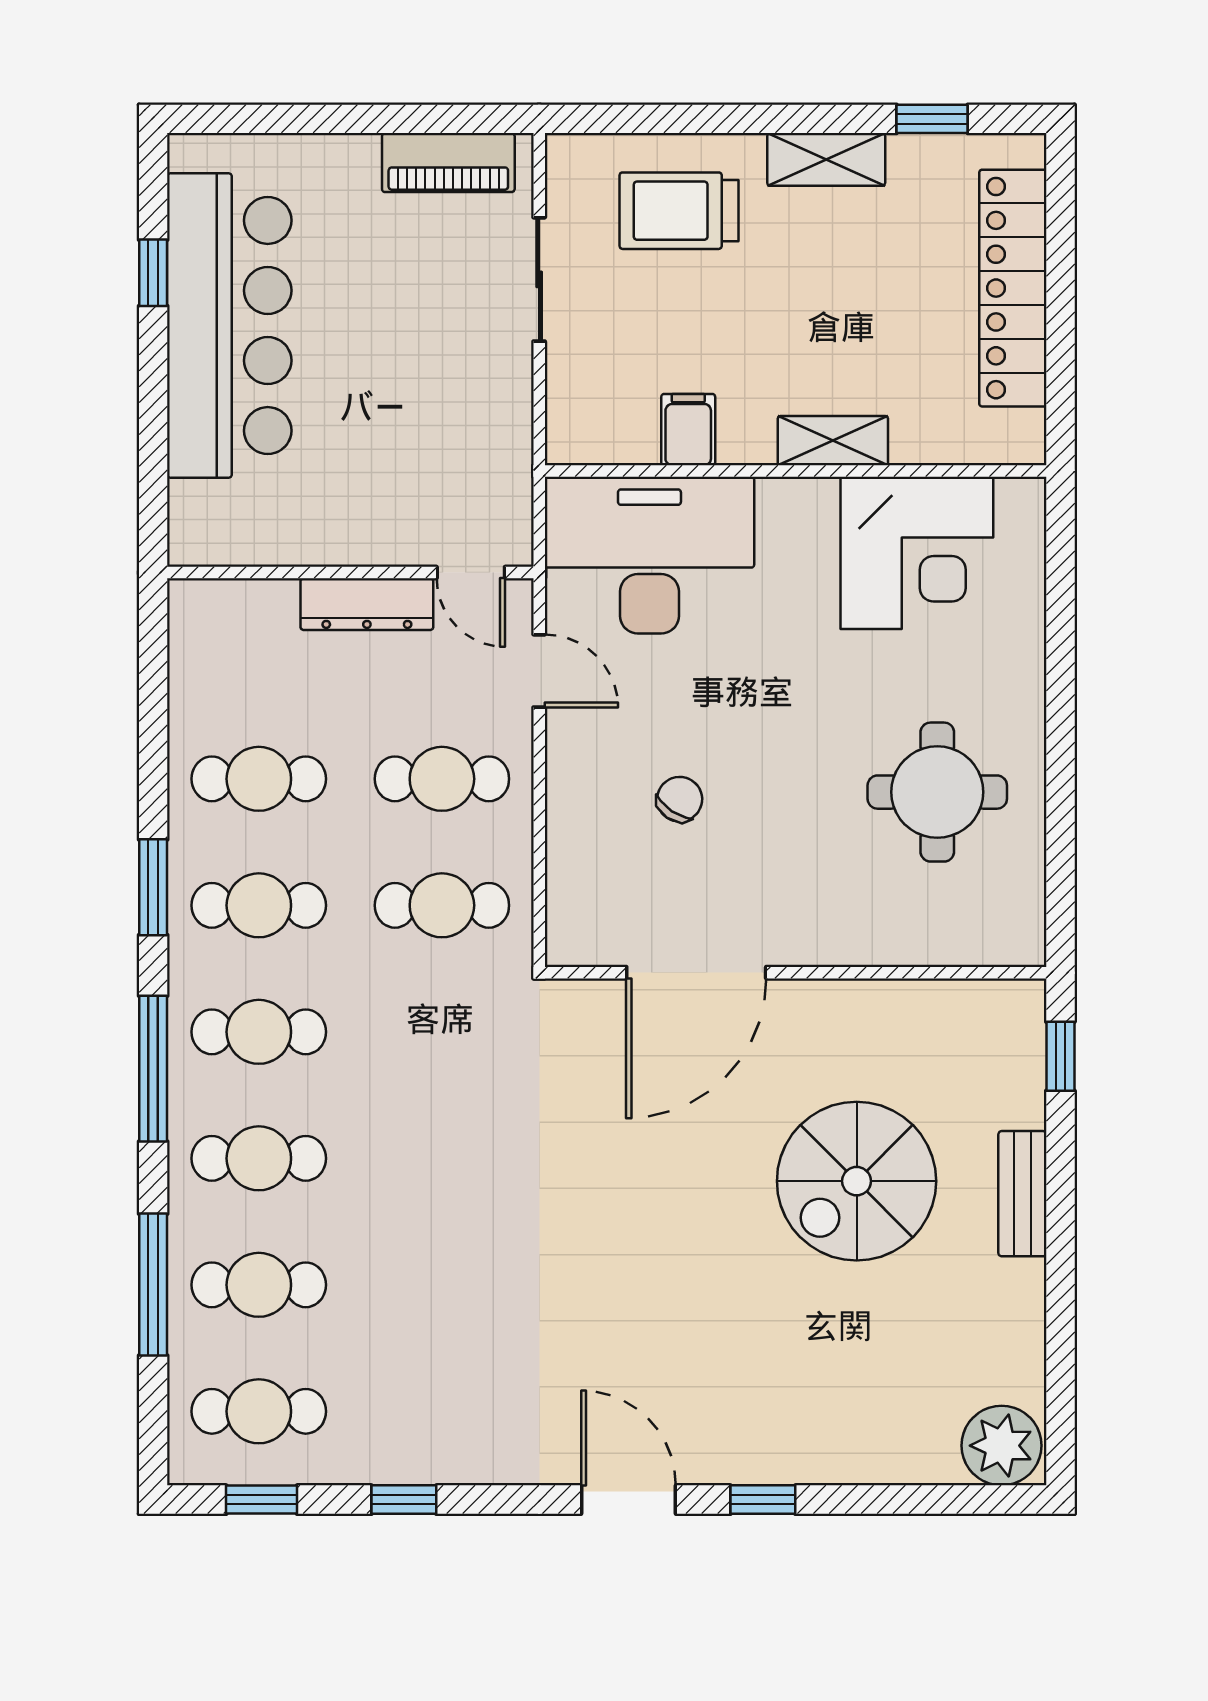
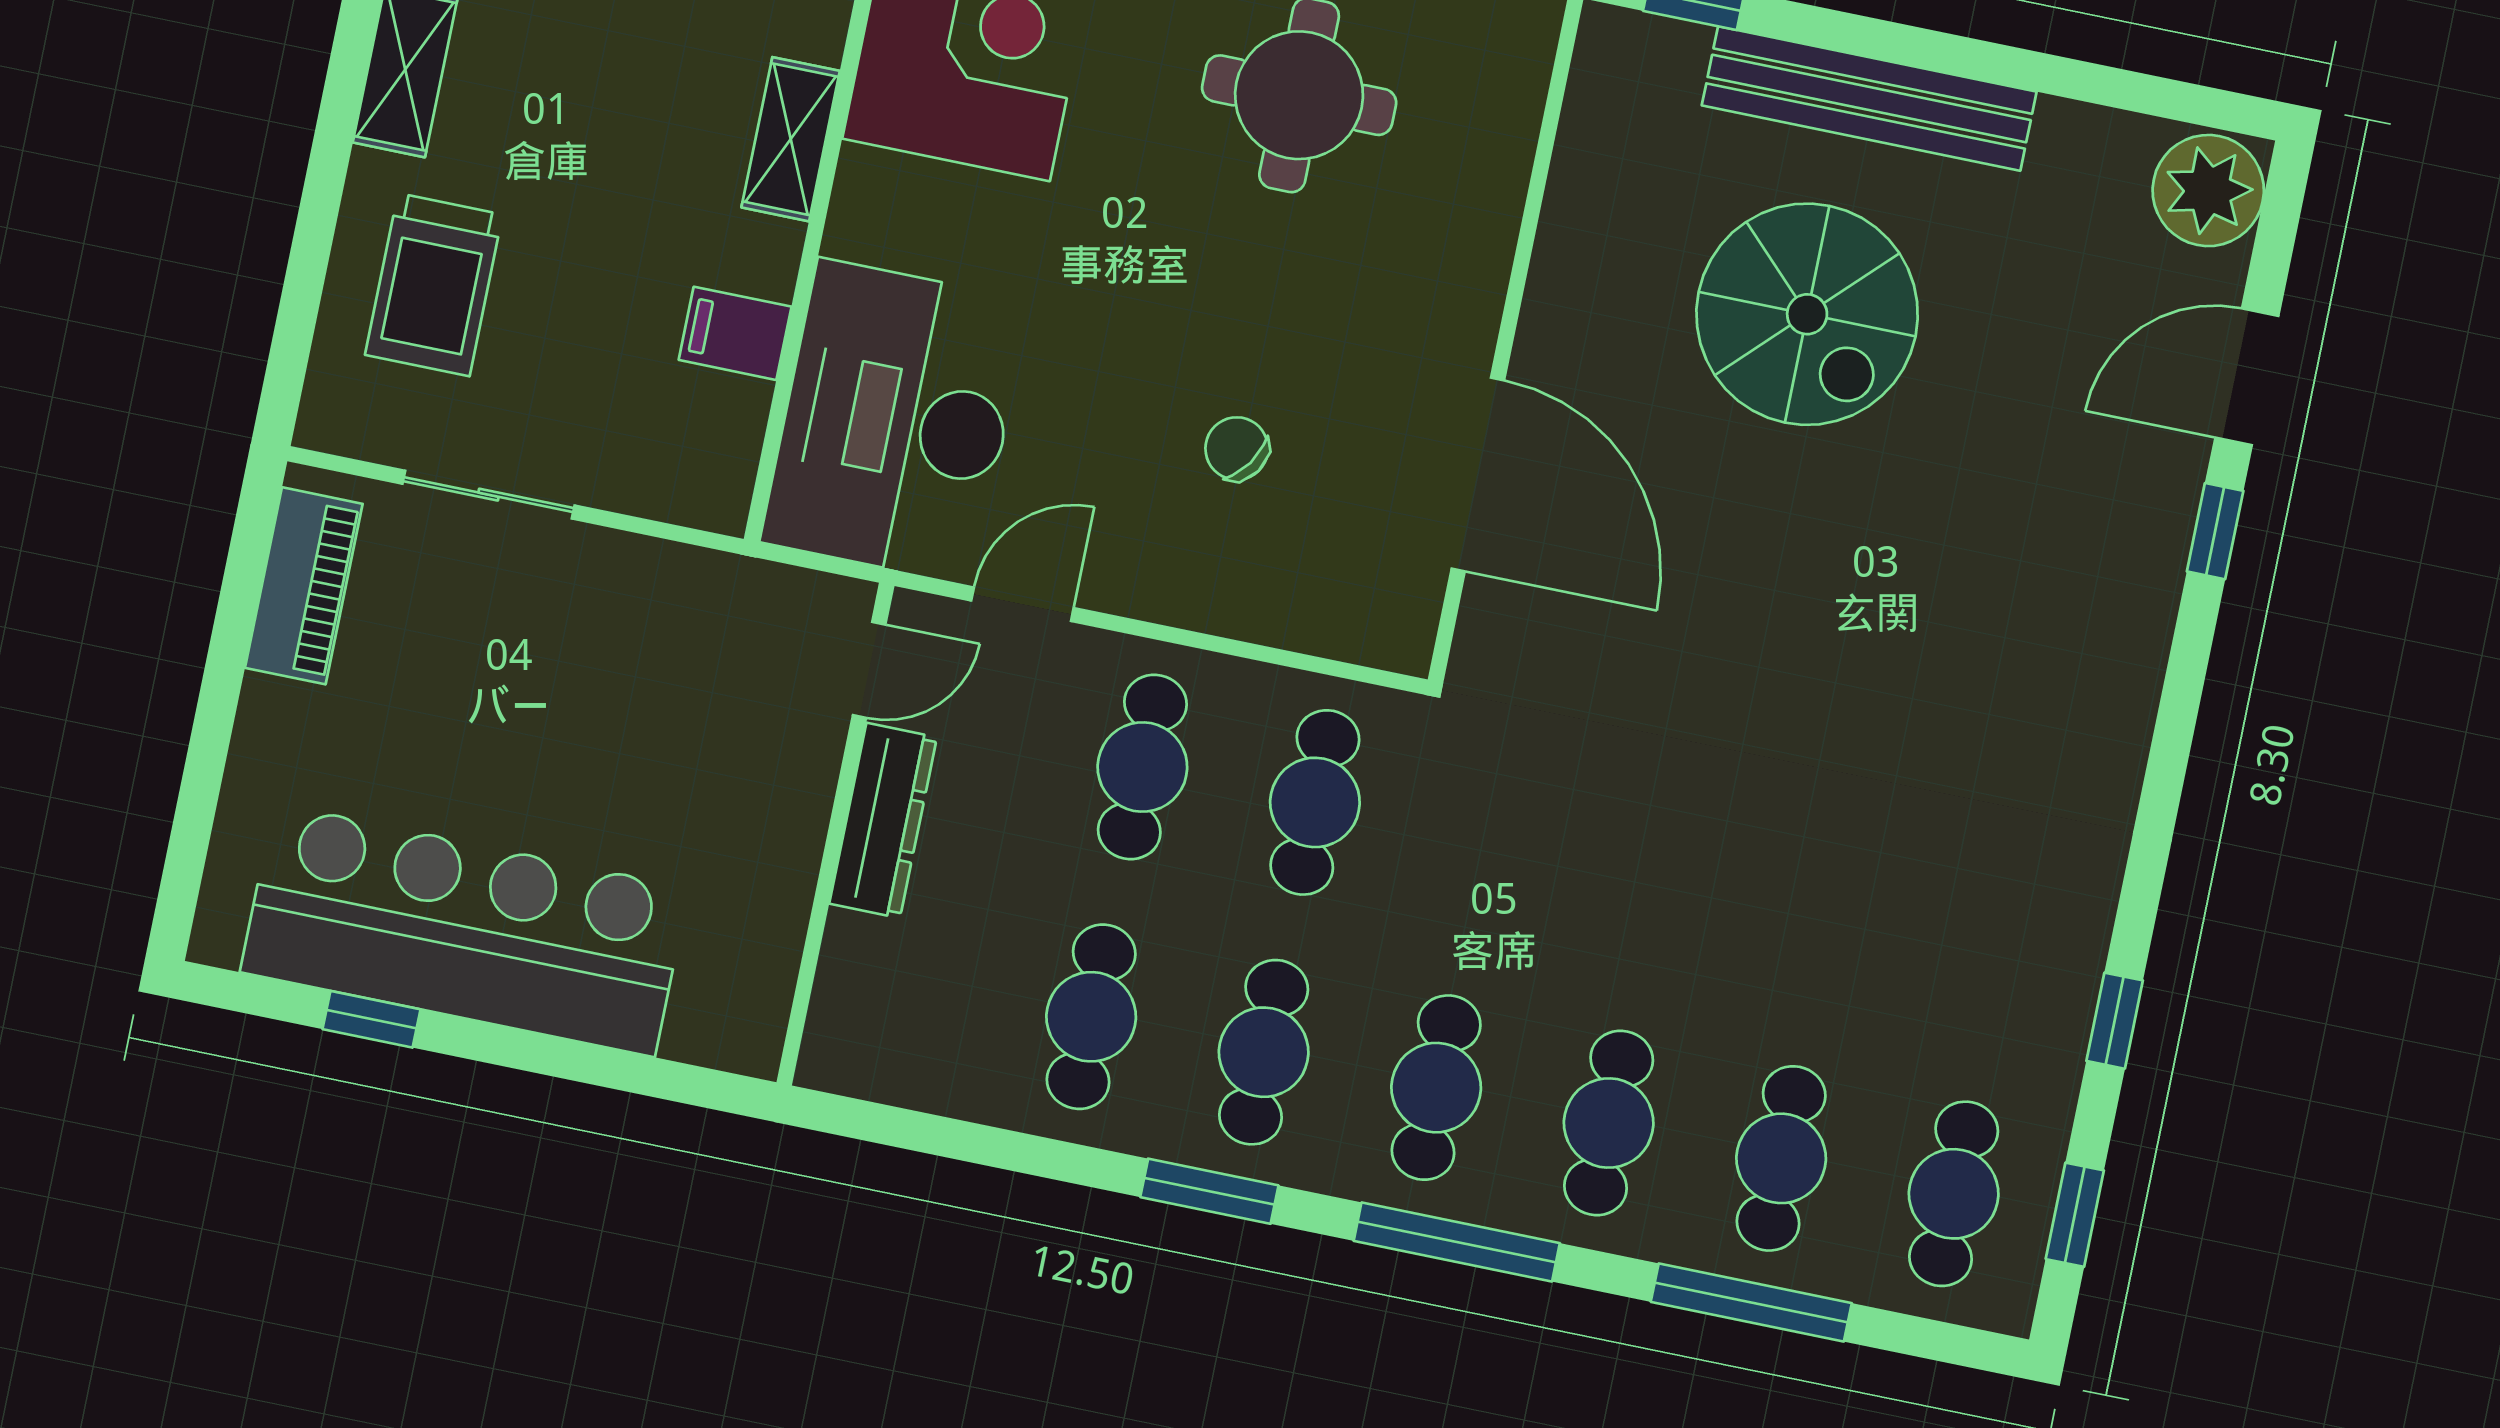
bench: (1022, 1194) -> (1869, 99), width x1.86, depth x1.21
door: (629, 1500) -> (2247, 377), moved

